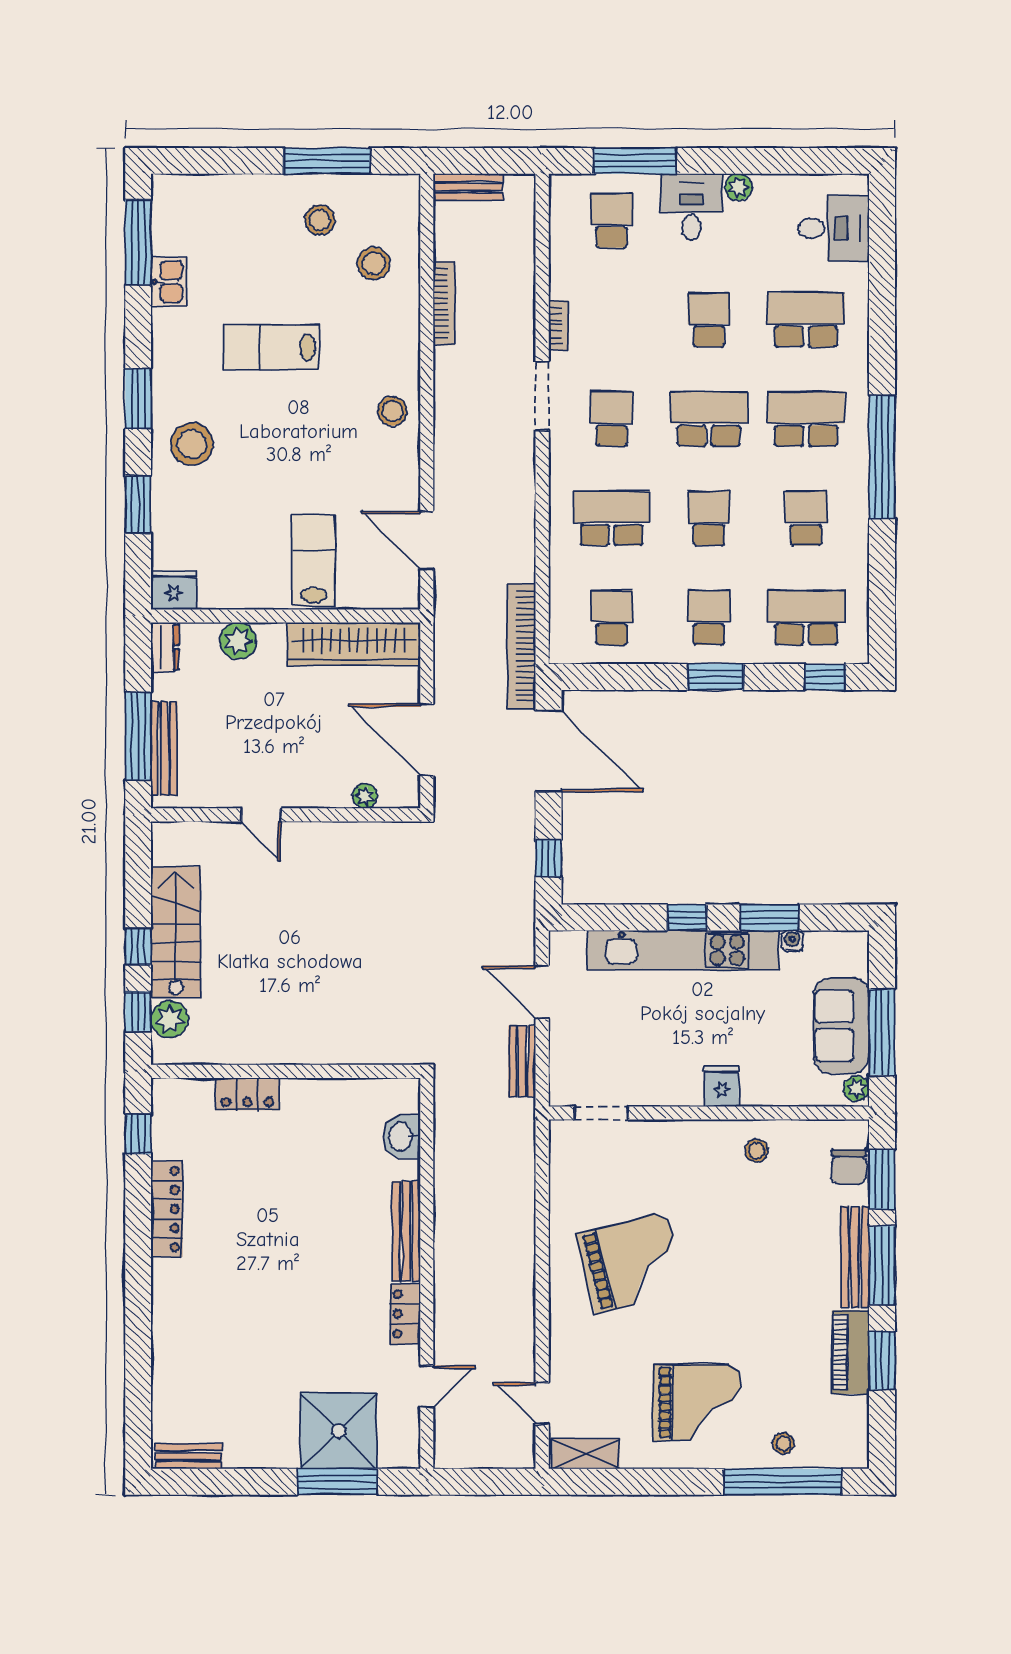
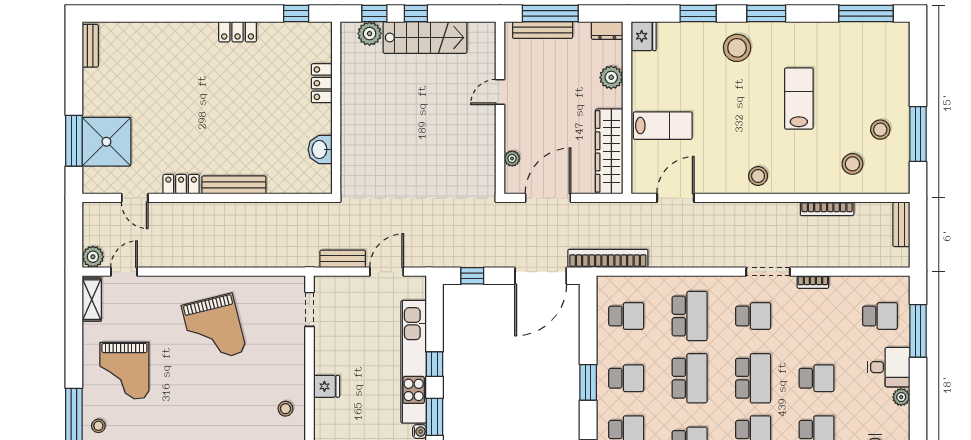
kitchen sink: (169, 282) -> (841, 33), removed
school desk: (709, 518) -> (690, 378), width x1.85
washbasin: (402, 1137) -> (320, 149), moved, turned -90
locker: (167, 1209) -> (238, 32), width x0.66
plant: (519, 1452) -> (93, 257), added

